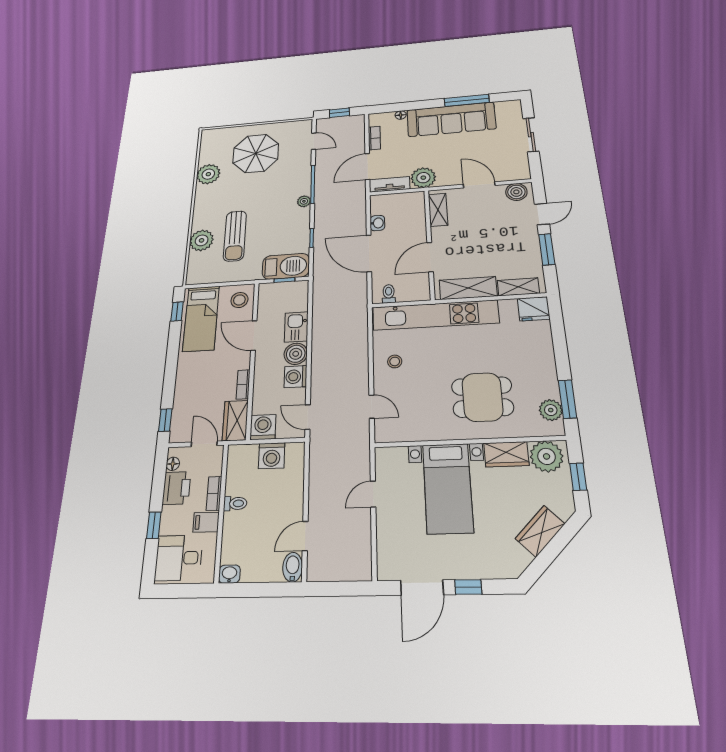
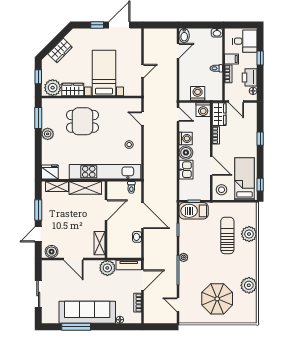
window: (339, 113) -> (161, 327), removed
plant: (551, 410) -> (48, 134), moved
window: (165, 420) -> (260, 139), moved

